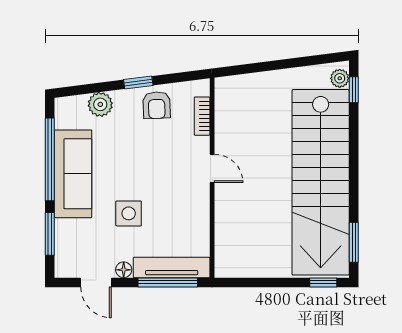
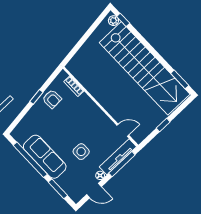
plant: (100, 104) -> (30, 120), removed
door: (212, 168) -> (123, 130), moved
window: (323, 282) -> (163, 125), moved

